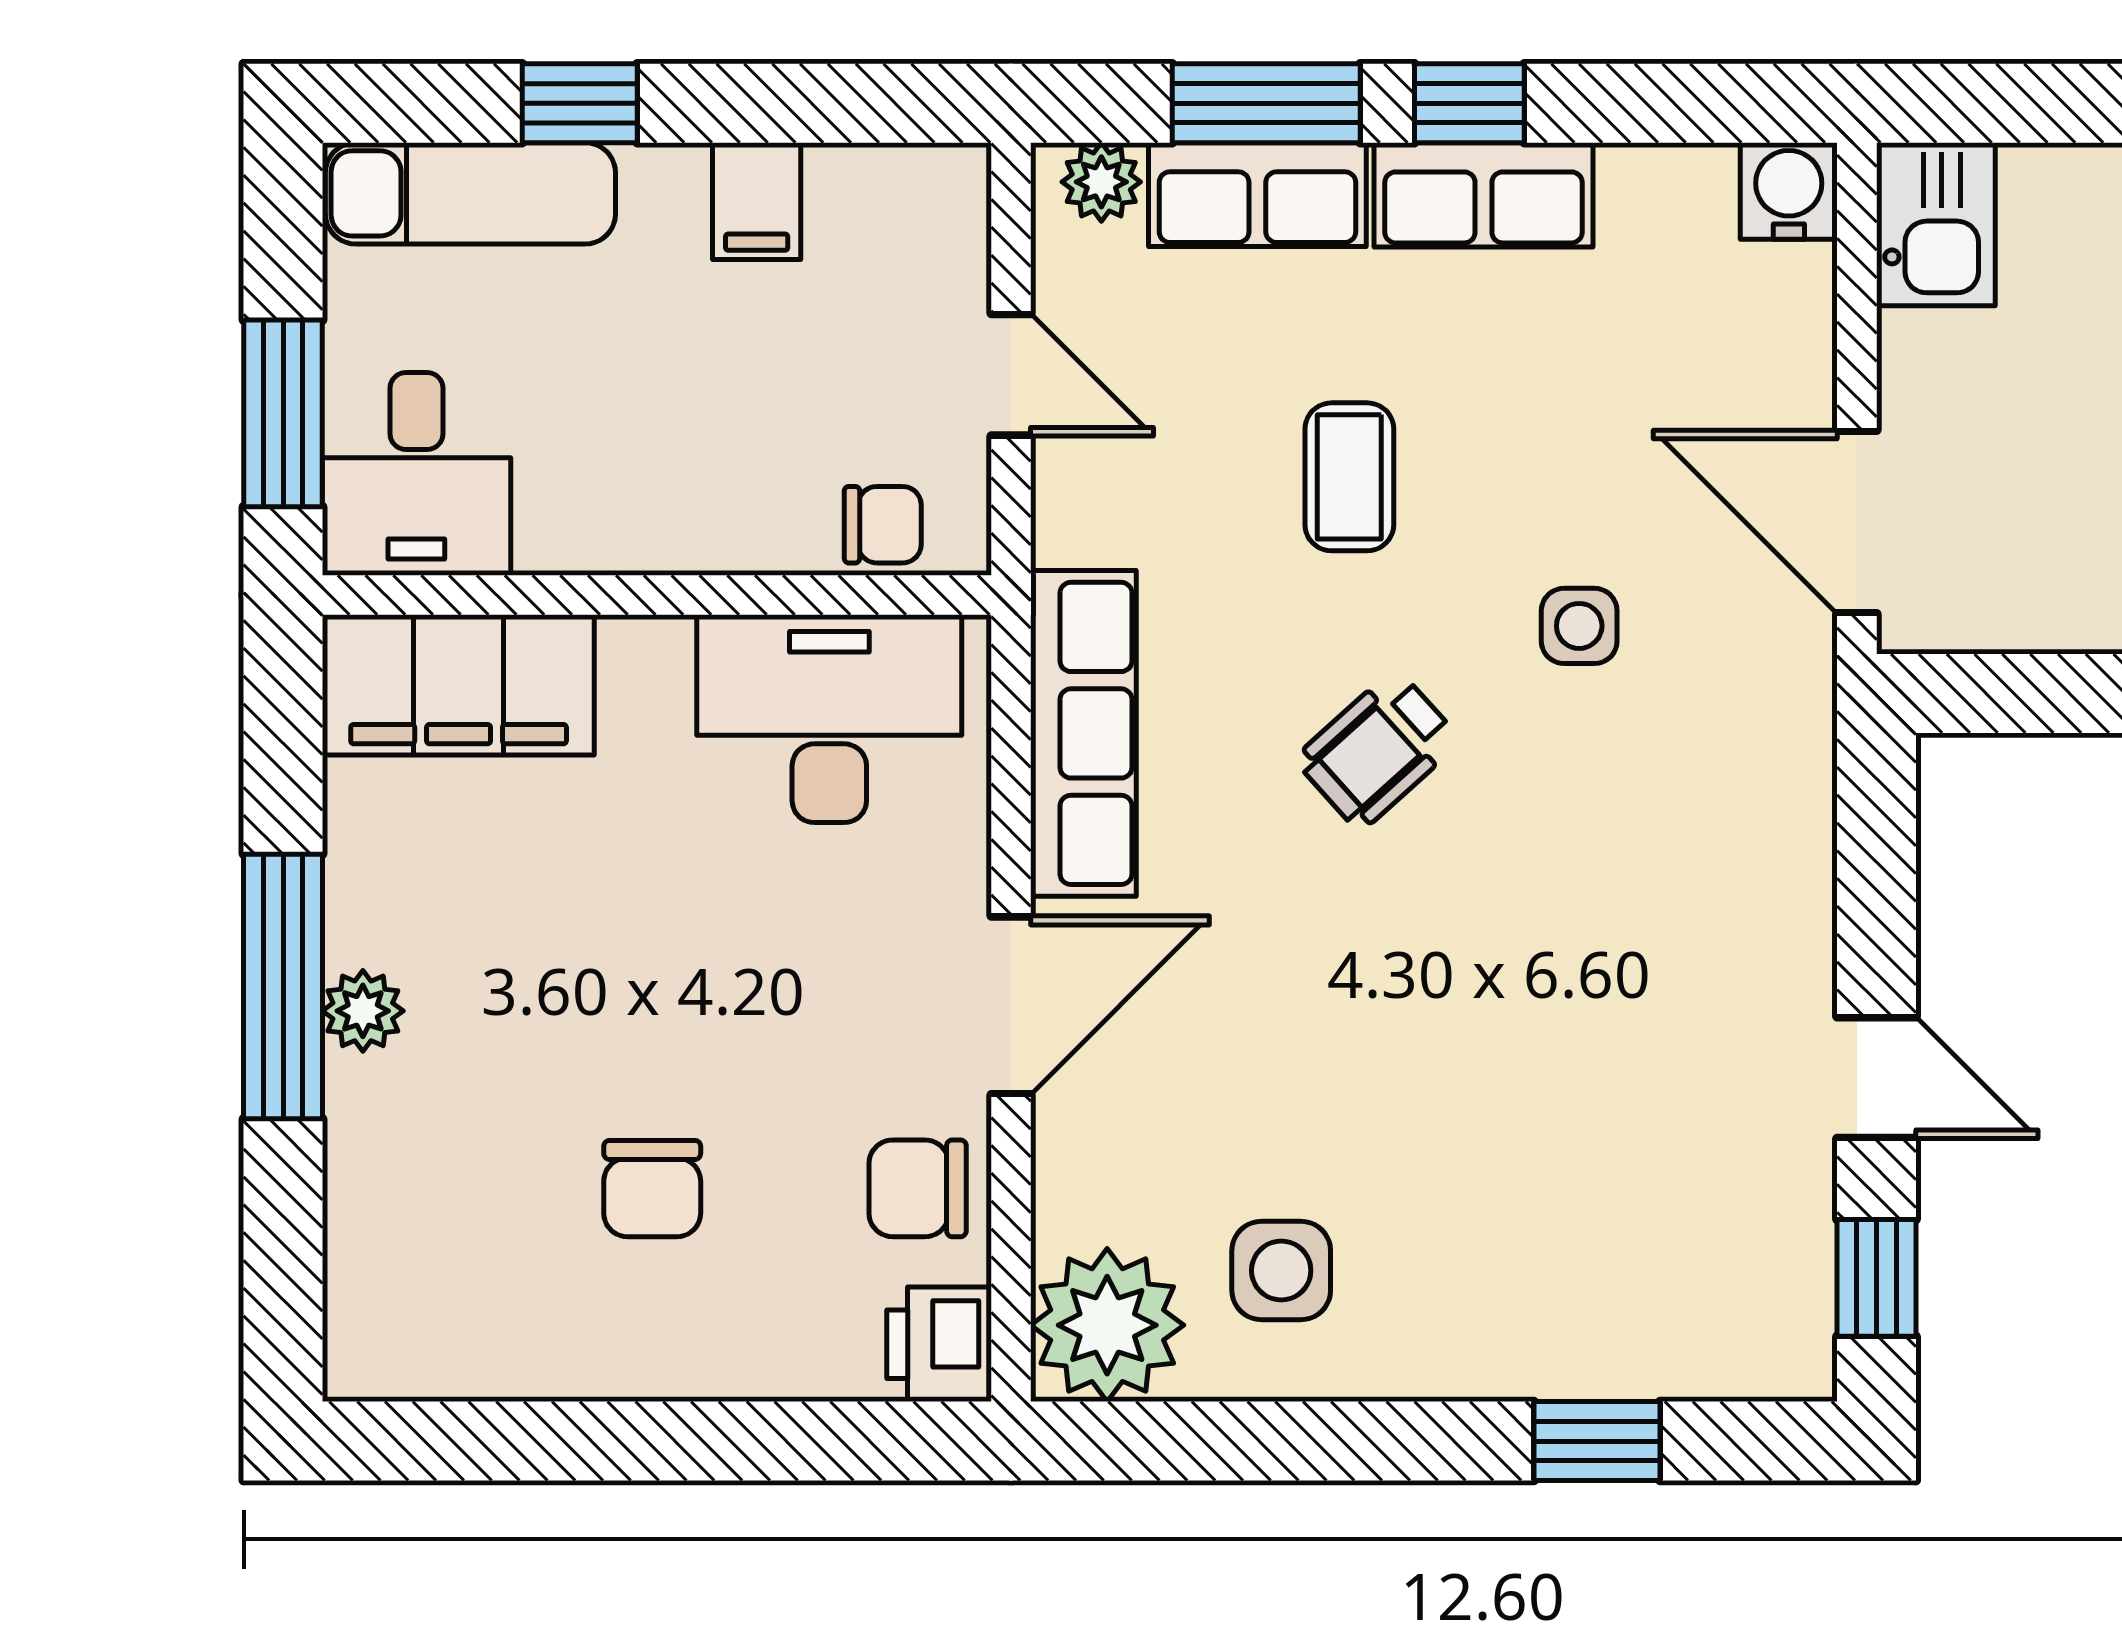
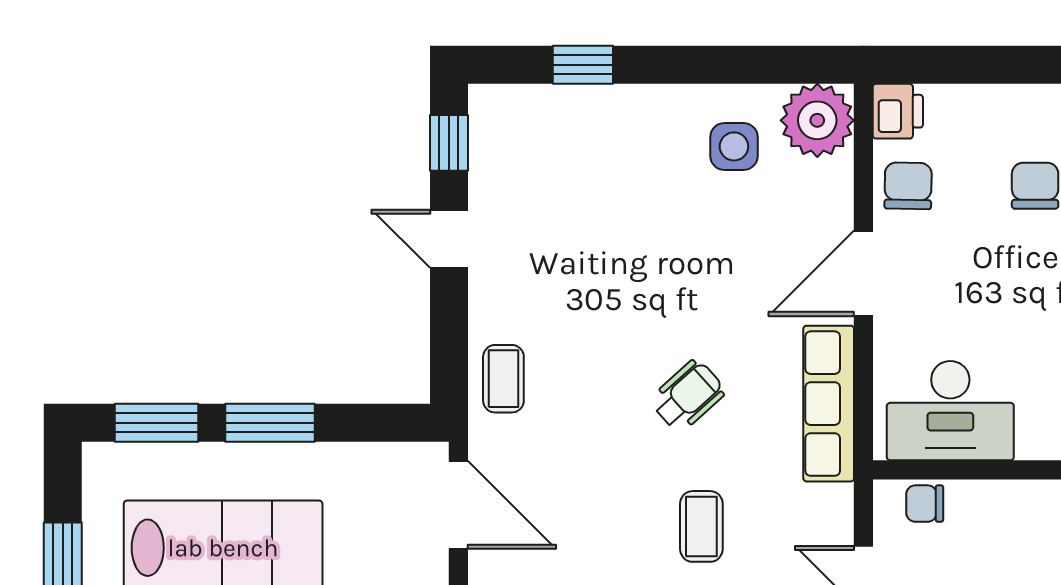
side table: (1579, 626) -> (591, 455), removed
coffee table: (1763, 785) -> (503, 379), added
chair: (918, 1188) -> (908, 186), turned -89

